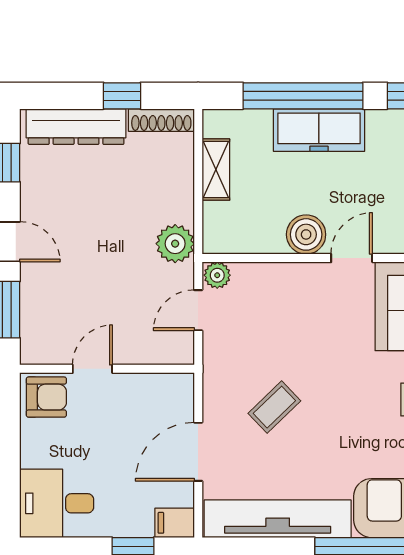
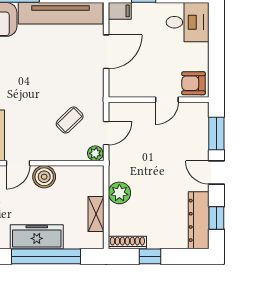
dresser: (76, 127) -> (199, 220), moved, turned -90
plant: (175, 244) -> (119, 193), moved
coffee table: (274, 407) -> (70, 120), moved

